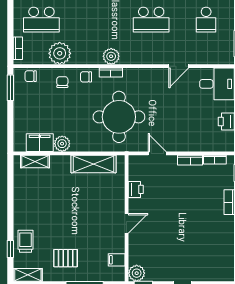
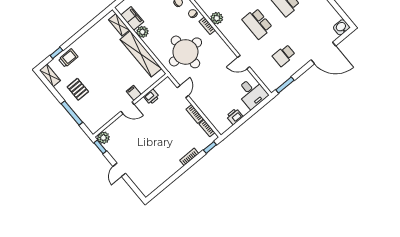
shelving: (93, 164) -> (141, 54), width x1.47
filing cabinet: (117, 260) -> (134, 93), moved

